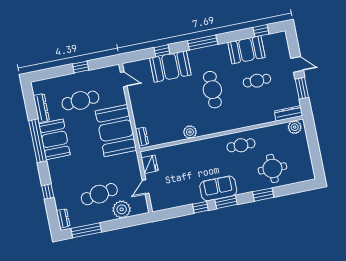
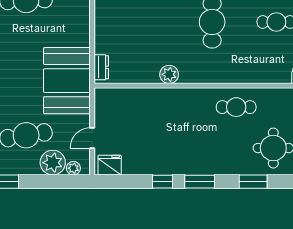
booth: (116, 131) -> (67, 81), moved
fridge: (150, 164) -> (110, 165), moved, turned -90
sofa: (218, 188) -> (193, 161), removed
plant: (137, 210) -> (73, 168), added

